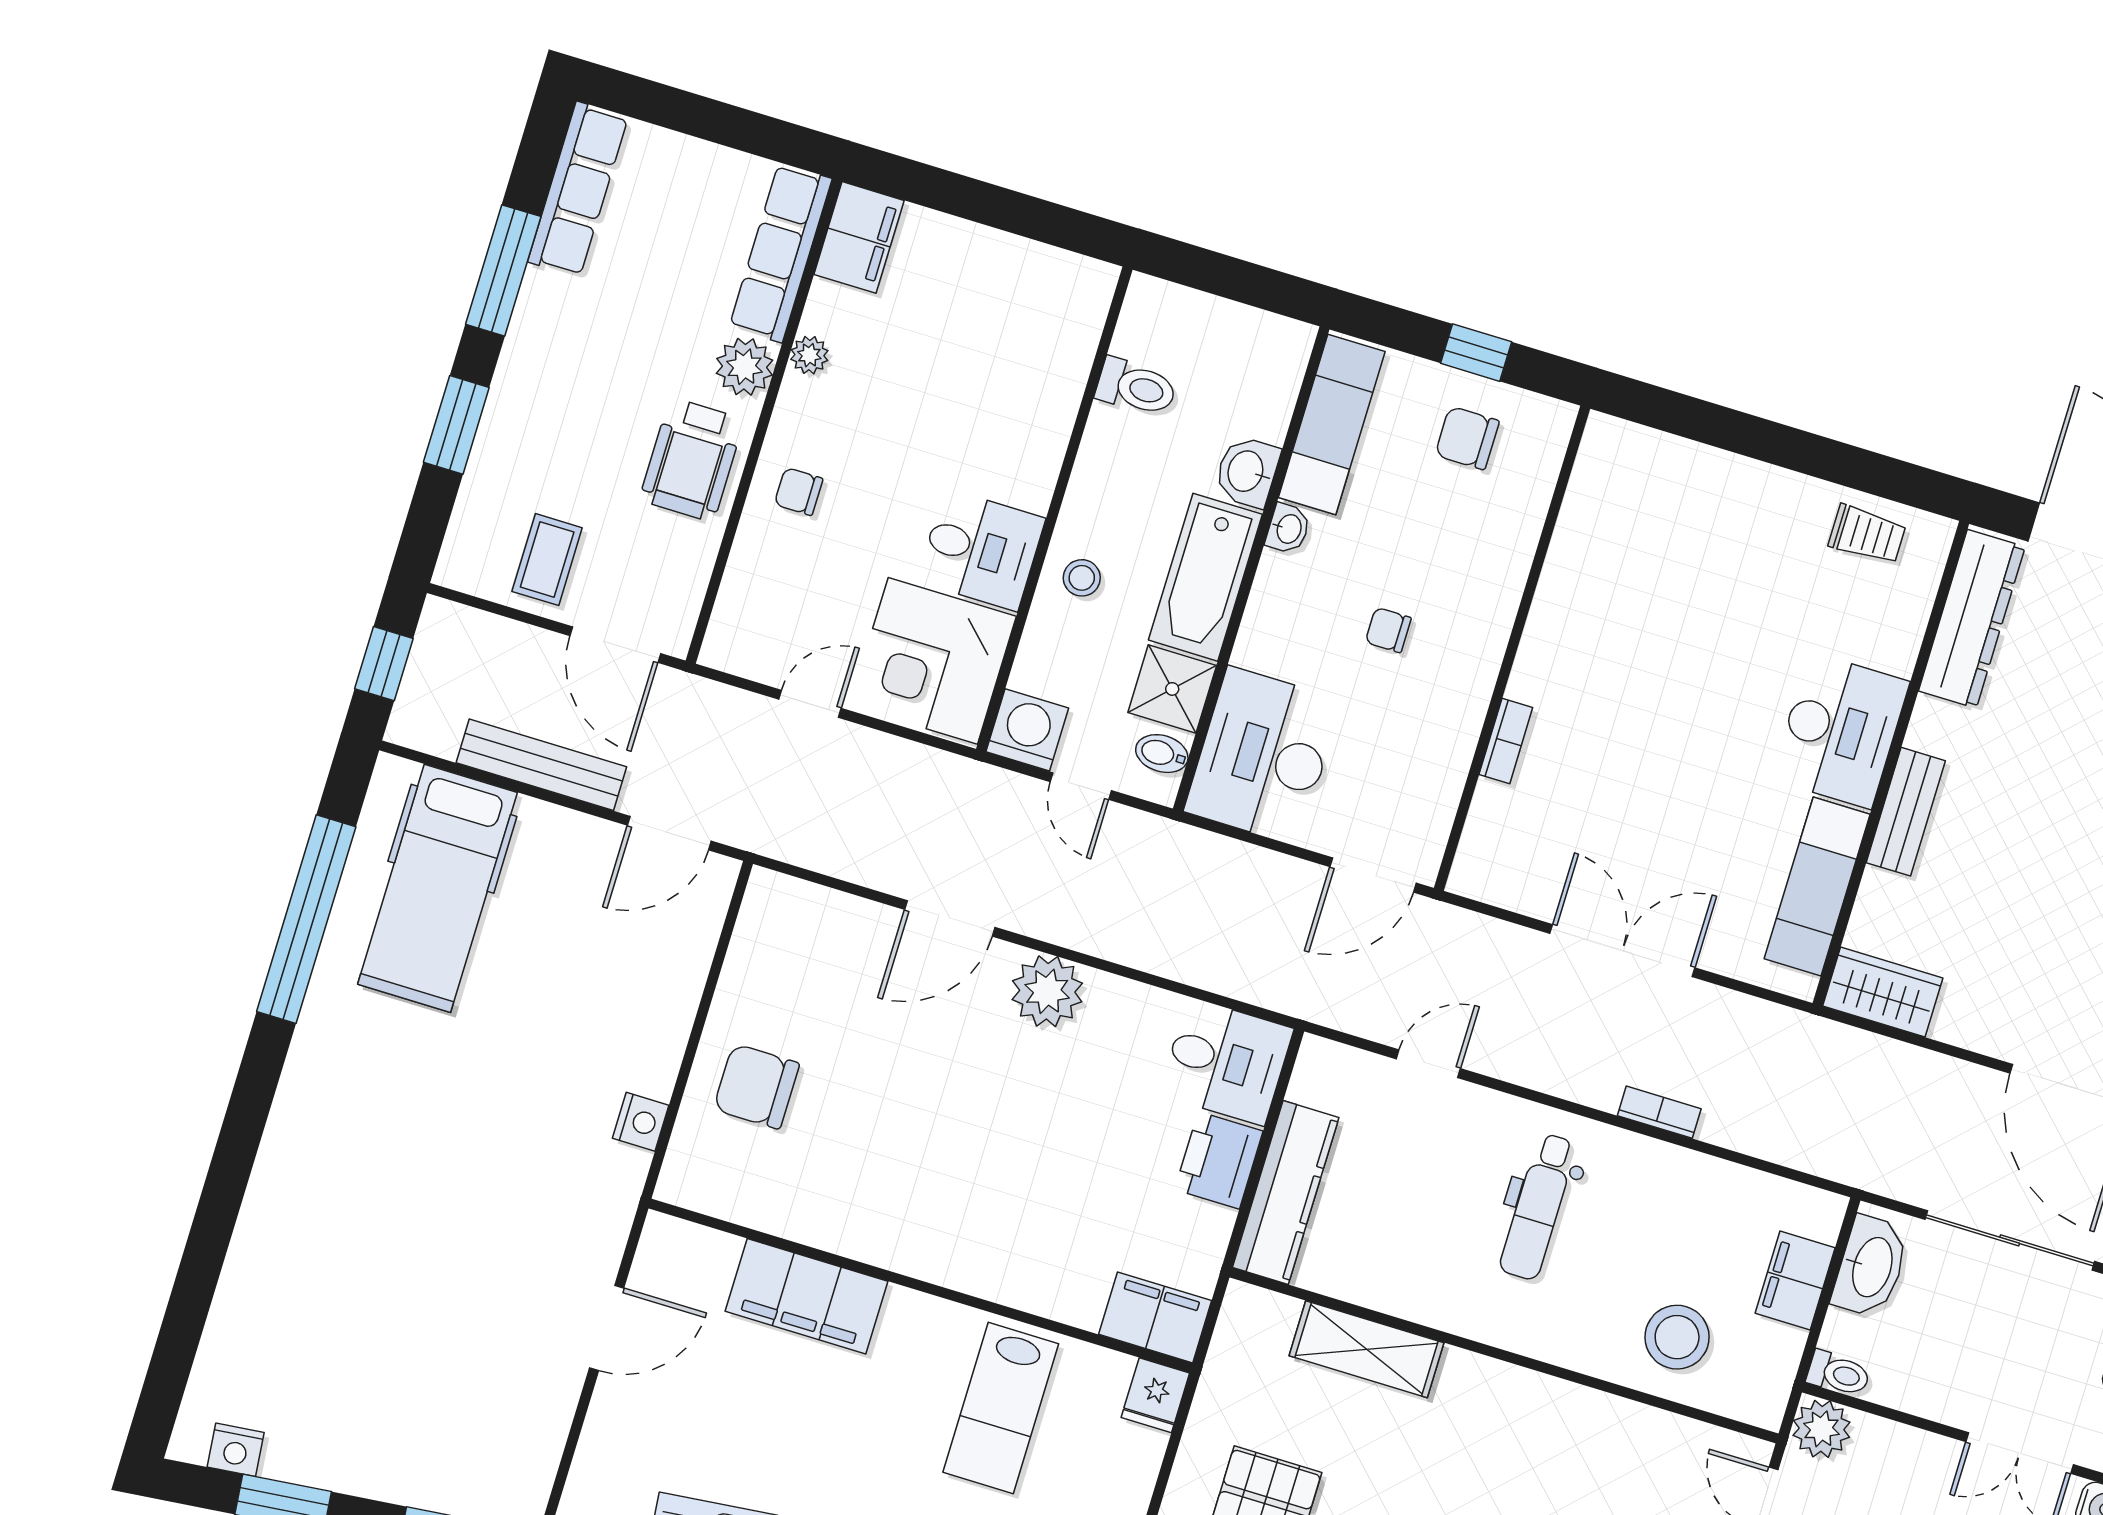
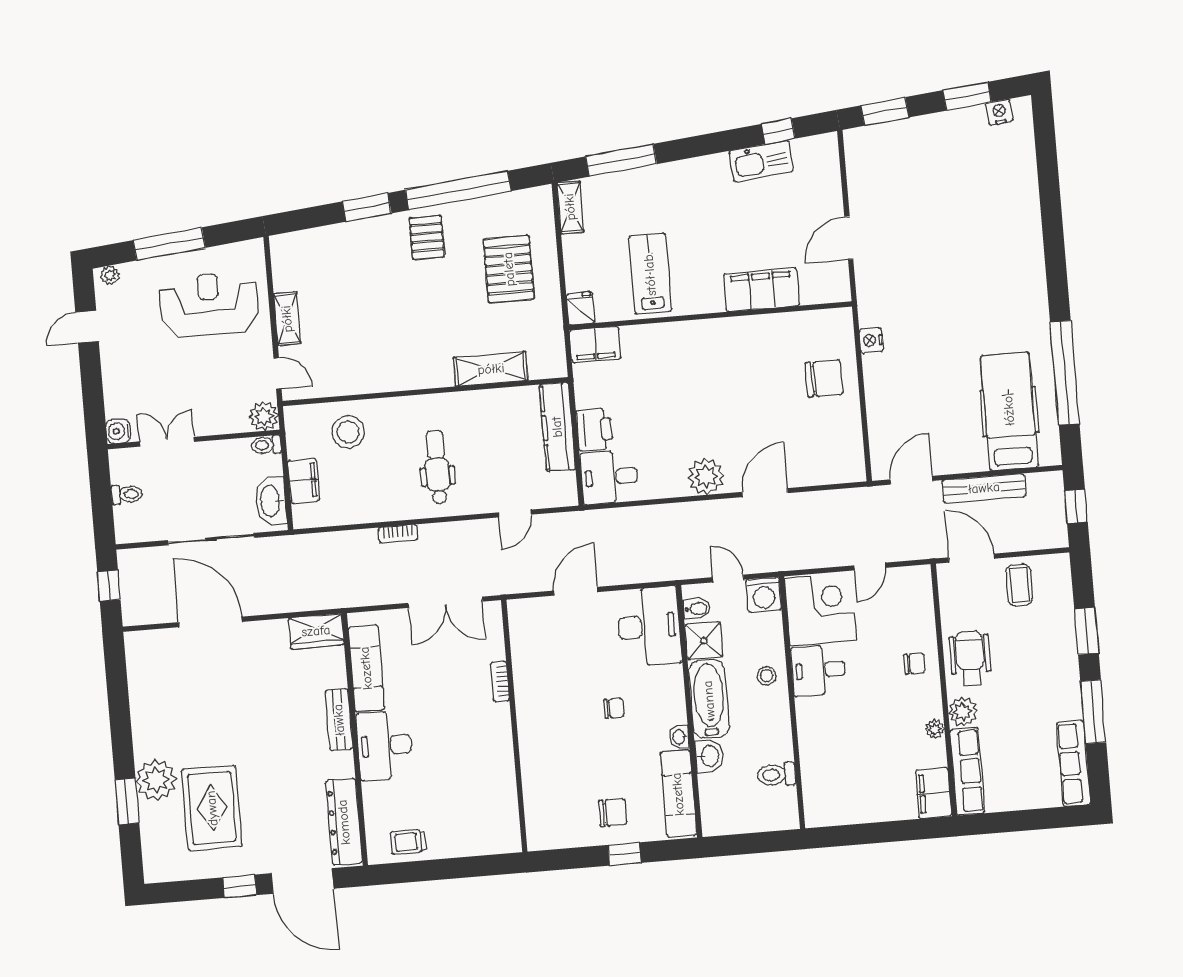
wall: (1512, 648) -> (514, 726), moved
bookcase: (1506, 741) -> (500, 682), moved

